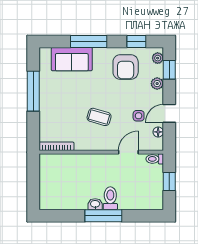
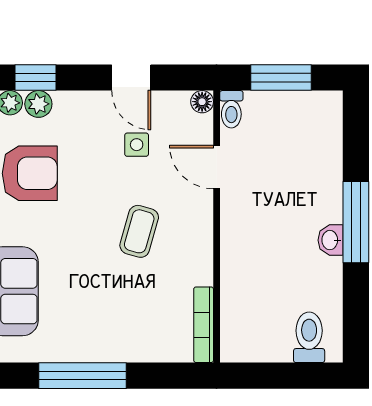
plant: (157, 84) -> (38, 104), moved
floor lamp: (158, 132) -> (202, 102), moved
window: (169, 182) -> (281, 78), width x1.50
toilet: (110, 198) -> (309, 337), moved, turned 90

